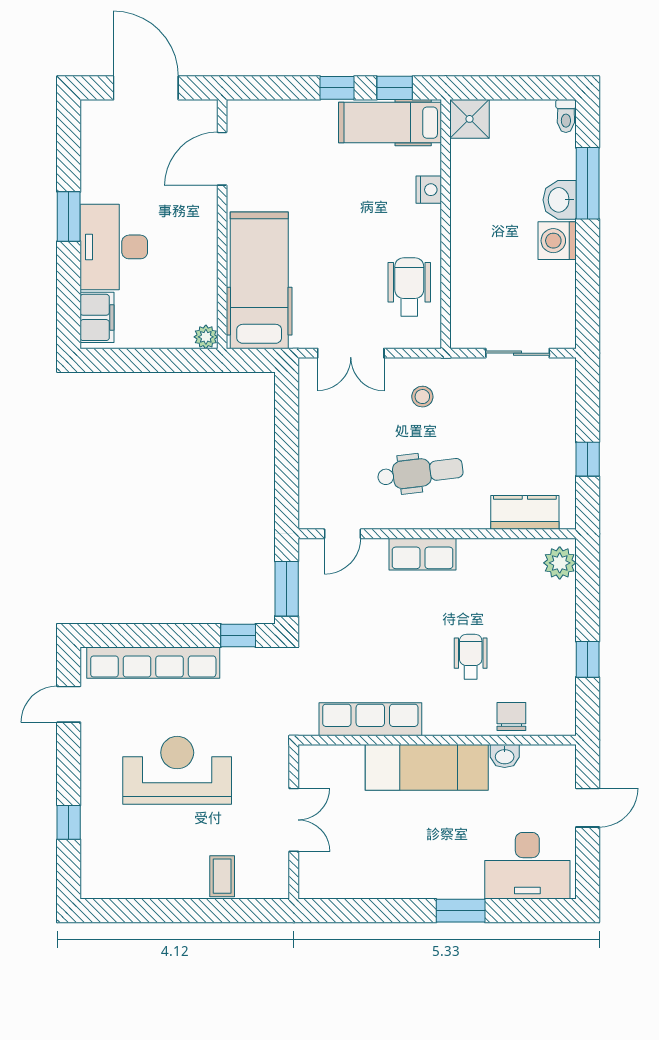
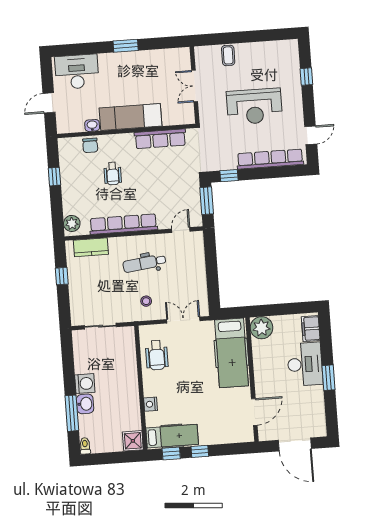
plant: (206, 337) -> (262, 328), width x1.87, depth x1.87
row of seats: (423, 554) -> (123, 224), width x2.02
window: (461, 911) -> (126, 46), moved

